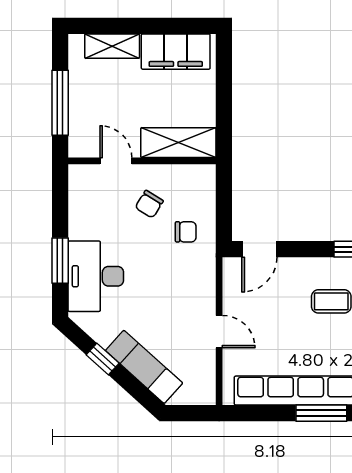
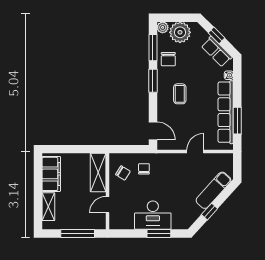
chair: (149, 204) -> (123, 173), moved
desk: (96, 276) -> (153, 215), moved
window: (321, 413) -> (237, 121), moved

